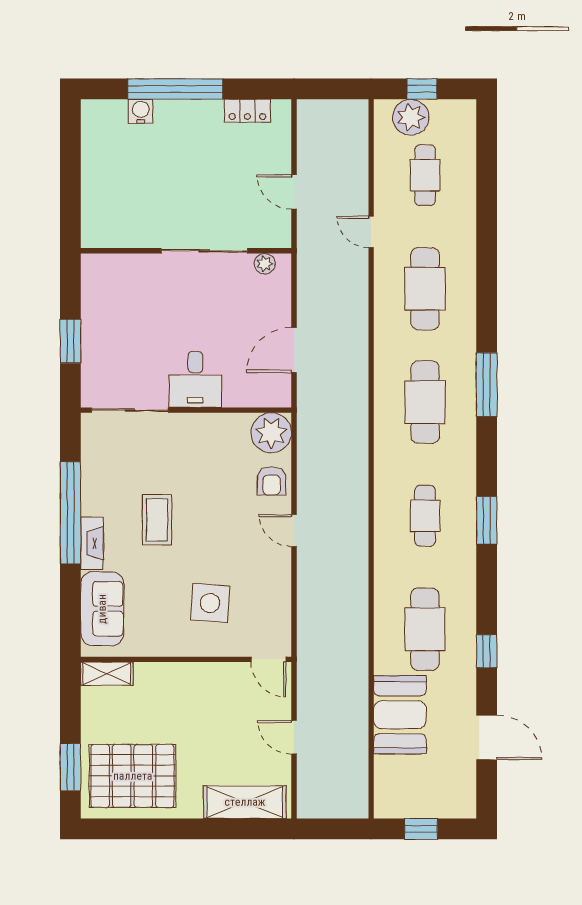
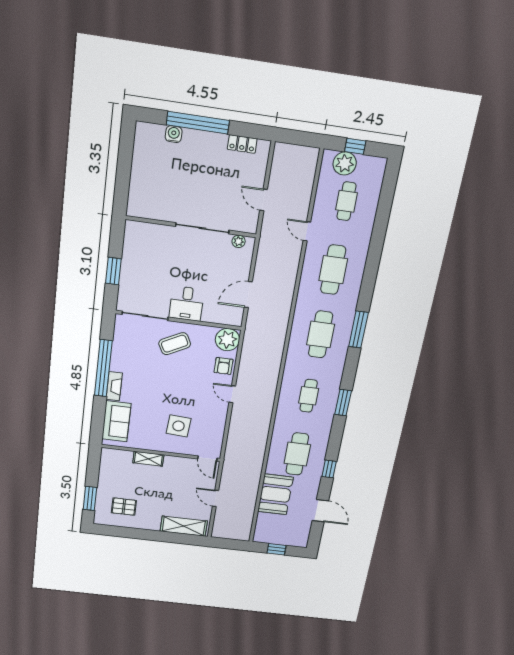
coffee table: (157, 520) -> (175, 344), moved, turned 62
shelving: (107, 674) -> (148, 459), moved
pallet: (133, 776) -> (124, 507), width x0.49, depth x0.50

